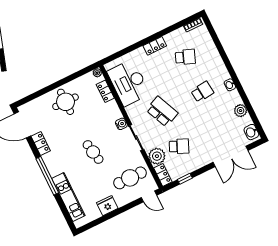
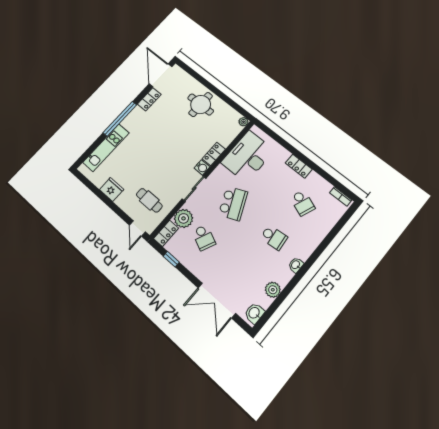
locker: (105, 91) -> (214, 154), moved
cafe table: (93, 152) -> (161, 152), removed
cafe table: (130, 178) -> (149, 200), width x0.73, depth x0.74

